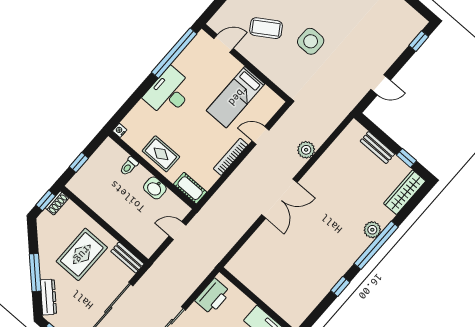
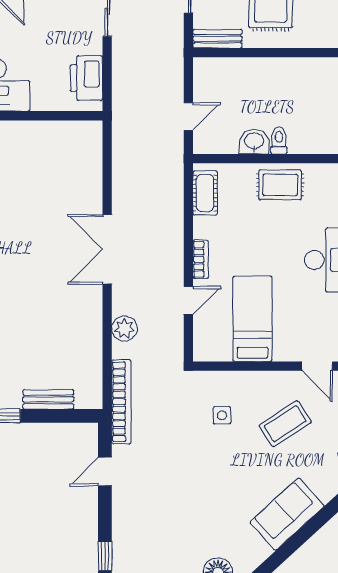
side table: (311, 41) -> (222, 415), moved, width x0.54, depth x0.54
door: (224, 44) -> (317, 366), hinge flipped
bookcase: (341, 113) -> (121, 402), added
bookcase: (231, 157) -> (201, 259), width x0.64
toilet: (129, 166) -> (279, 141), moved
cot: (190, 188) -> (205, 193), moved, turned 90

